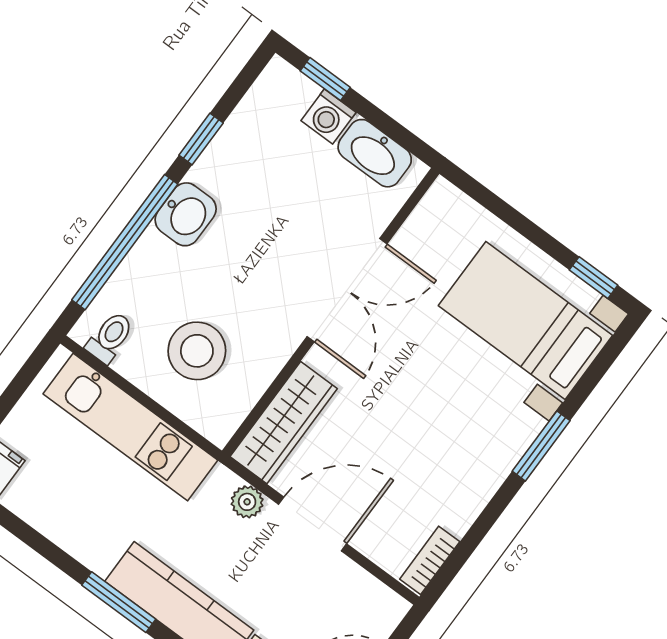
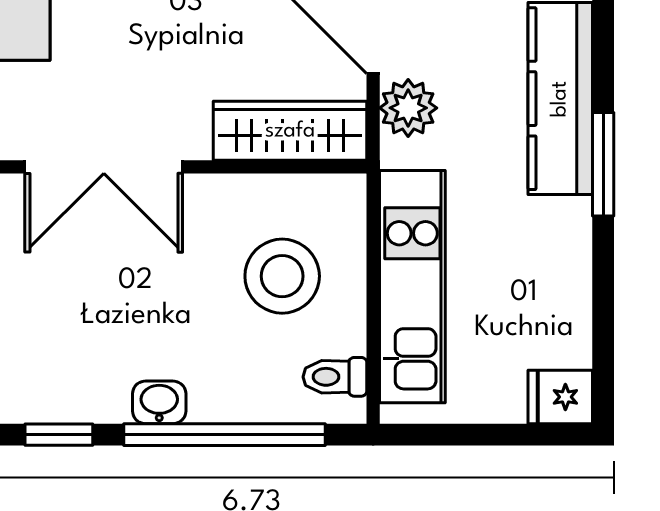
washbasin: (186, 214) -> (159, 402), width x0.72, depth x0.69
double door: (347, 290) -> (104, 167), swing flipped
plant: (247, 502) -> (408, 108), width x1.38, depth x1.38

